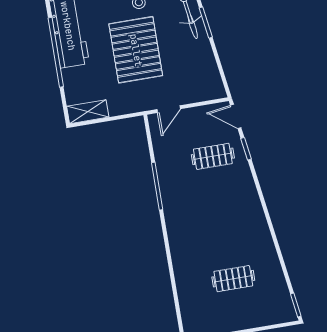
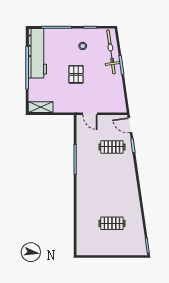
pallet: (136, 50) -> (76, 74), width x0.49, depth x0.50
door: (169, 109) -> (90, 114), hinge flipped

